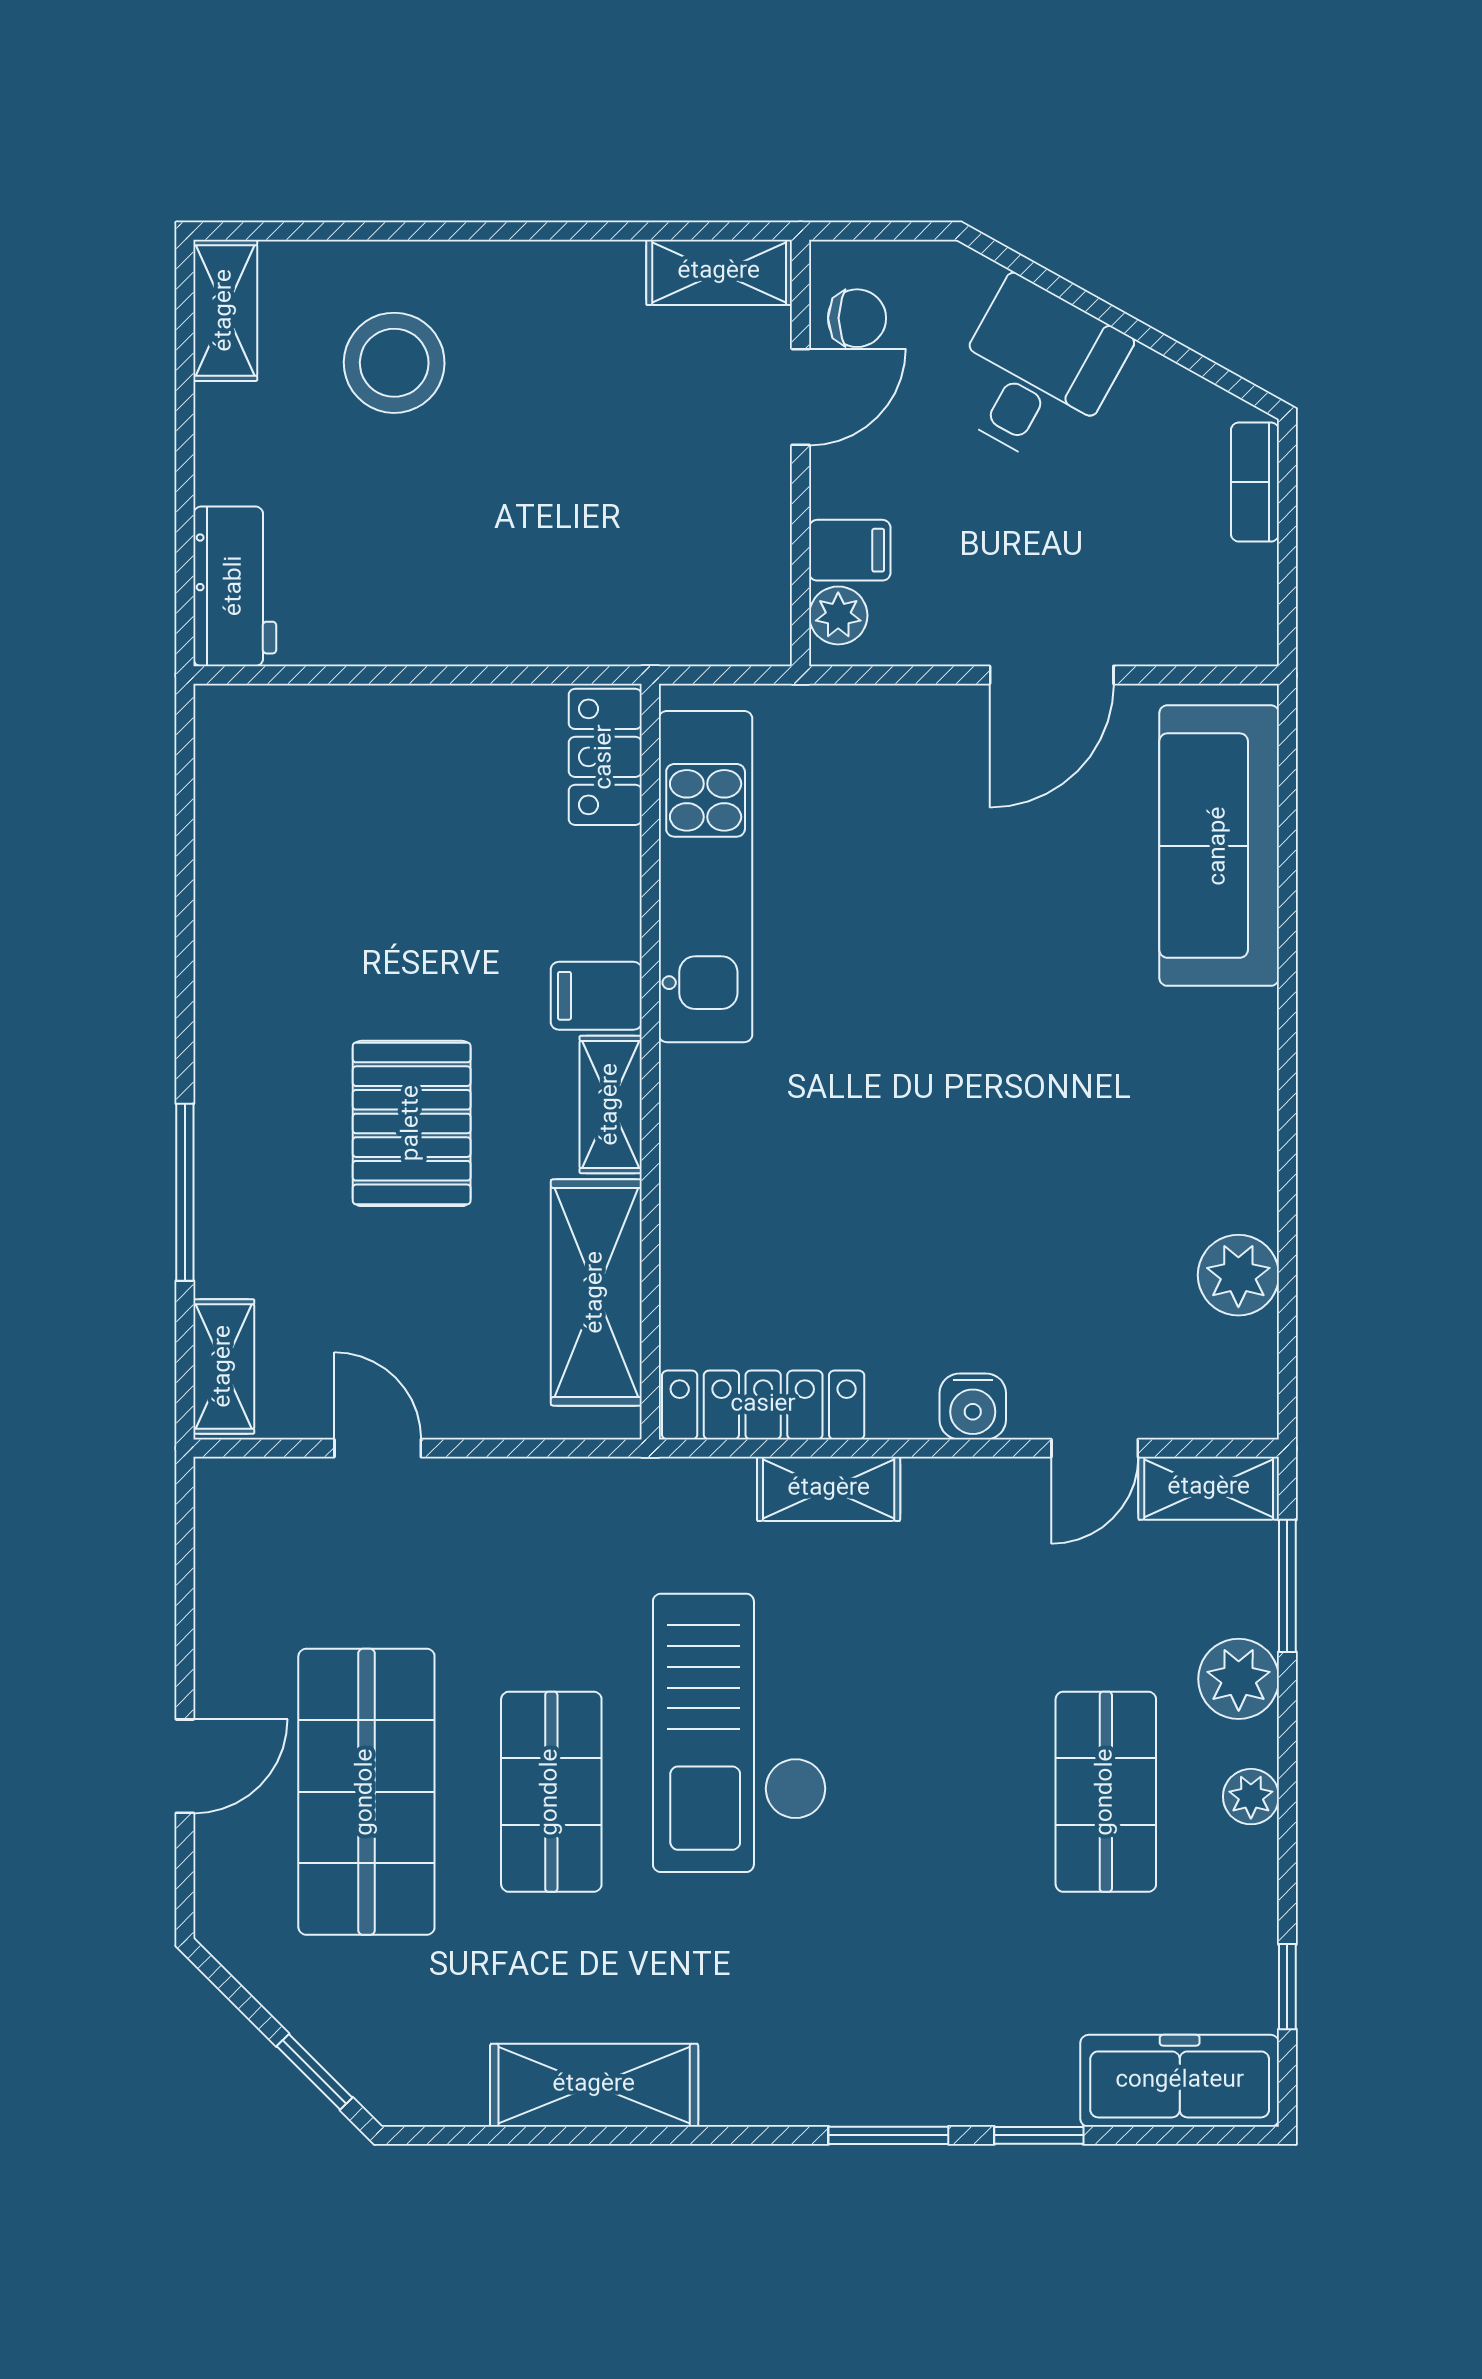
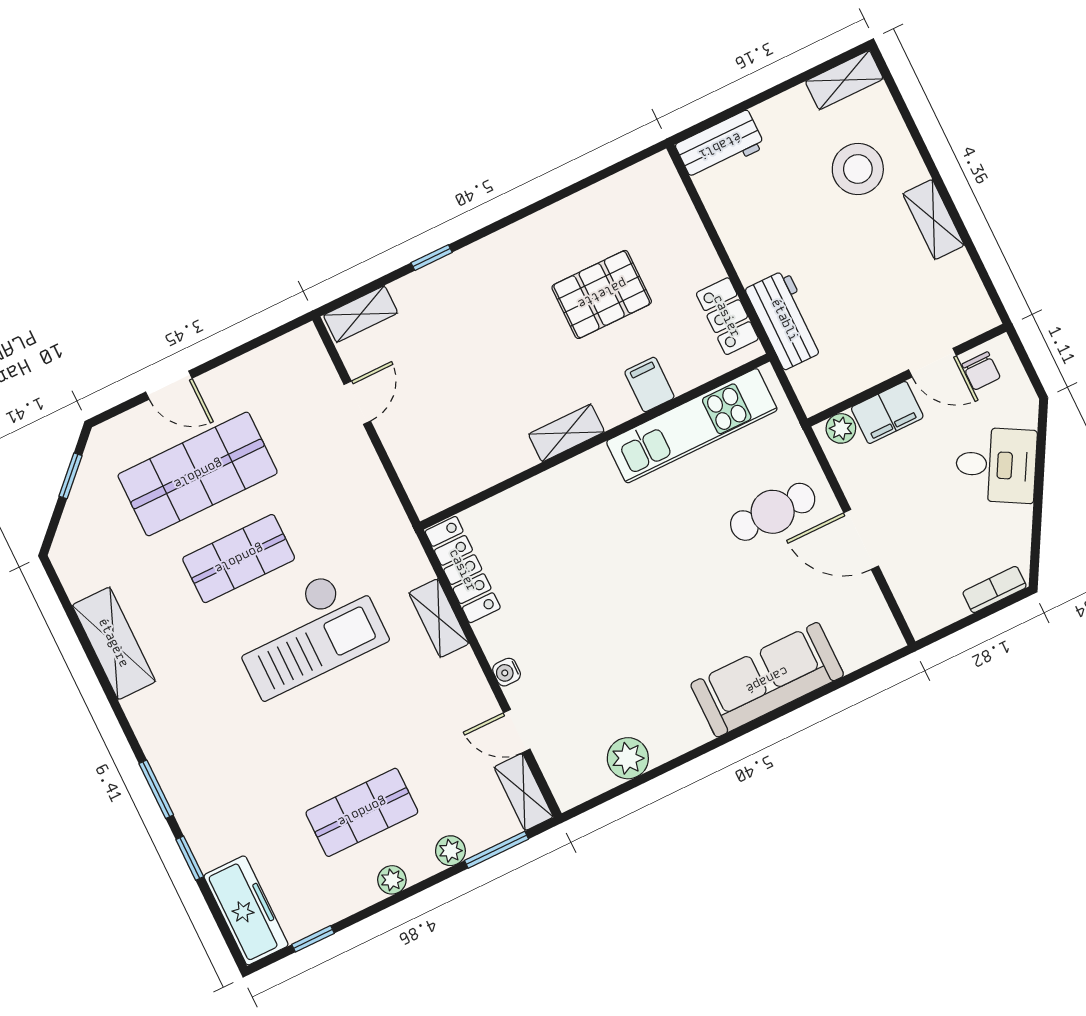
shelving: (719, 272) -> (933, 220), moved
filing cabinet: (850, 550) -> (887, 412), width x2.00
workbench: (598, 620) -> (785, 320), added
locker: (605, 757) -> (727, 316), moved, turned -90
cafe table: (927, 808) -> (773, 512), added
sofa: (1219, 846) -> (767, 680), moved
filing cabinet: (596, 996) -> (649, 385), moved
pallet: (412, 1123) -> (602, 294), moved
window: (185, 1192) -> (432, 258), width x0.46
shelving: (596, 1292) -> (477, 468), removed
water cooler: (973, 1406) -> (507, 672), width x0.72, depth x0.72
plant: (1239, 1679) -> (450, 851), width x0.73, depth x0.73
checkout: (740, 1733) -> (308, 632), turned 180
window: (314, 2072) -> (70, 476), moved

